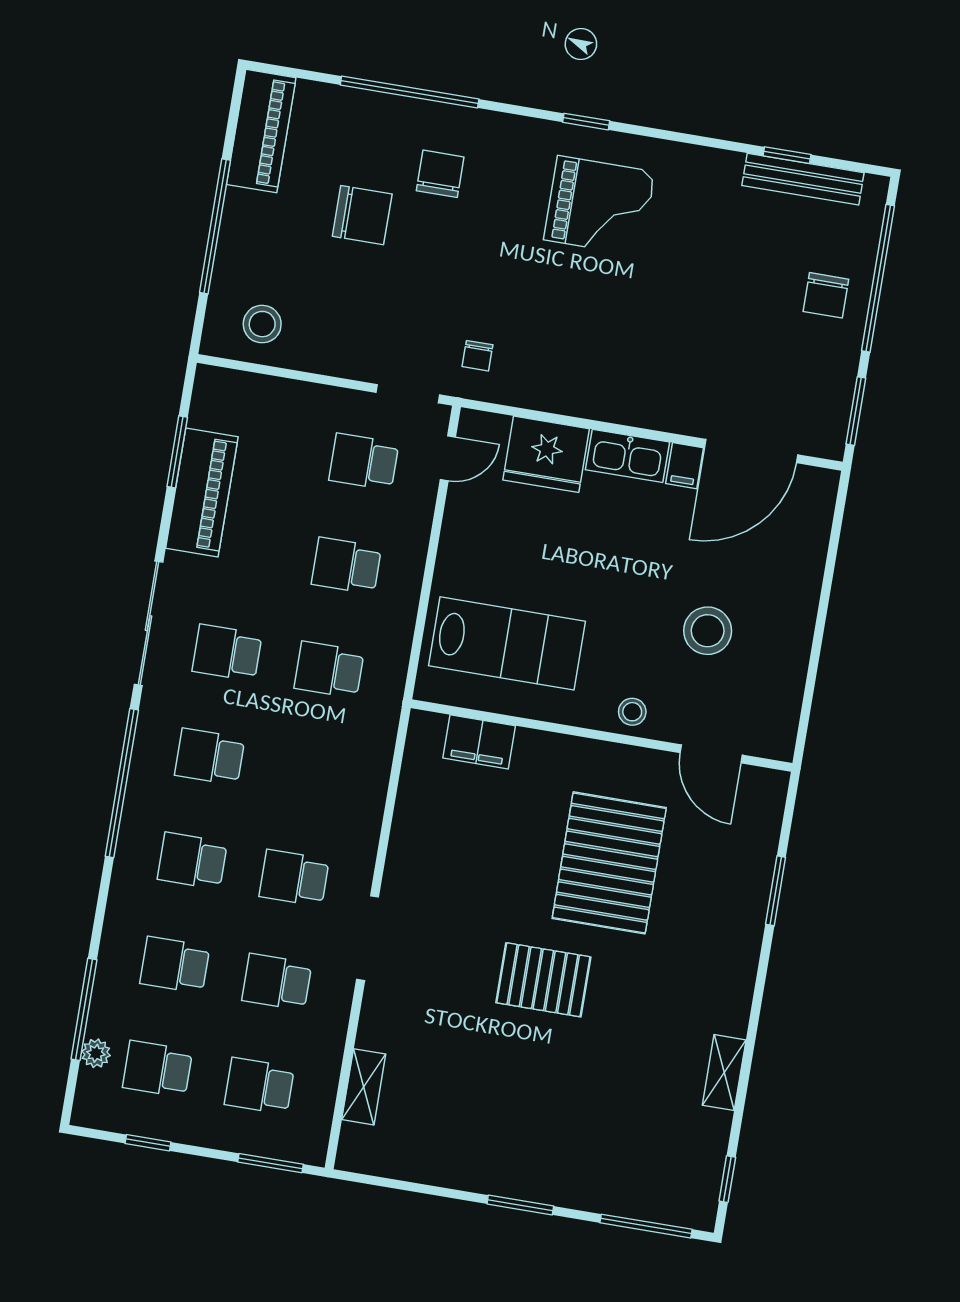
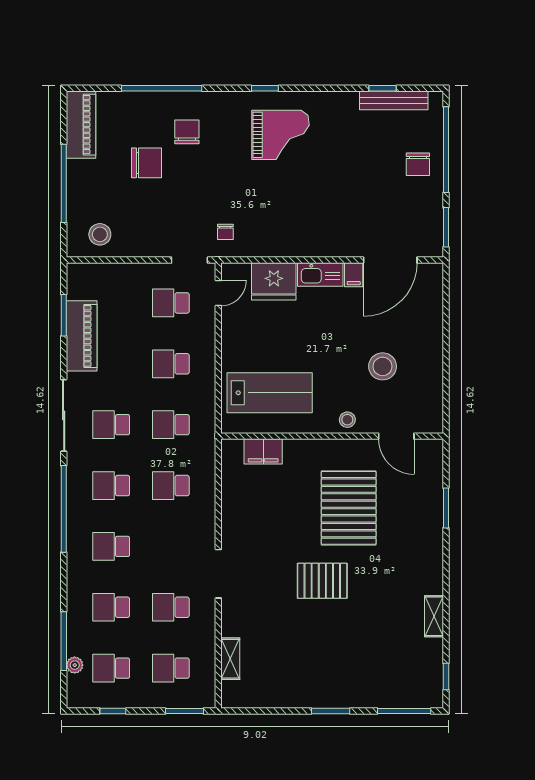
school desk: (294, 878) -> (171, 486), moved

